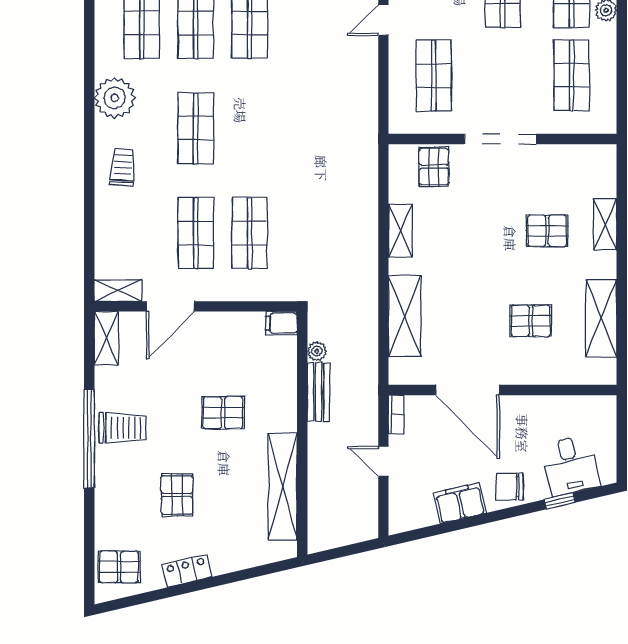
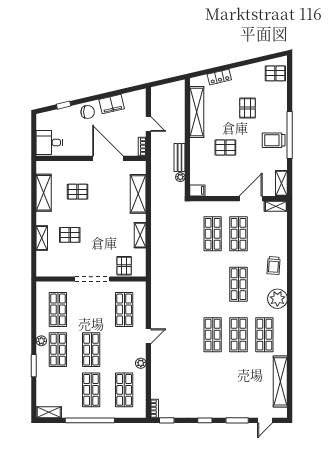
desk: (570, 465) -> (49, 142), moved, turned -77
locker: (187, 571) -> (219, 77), moved

